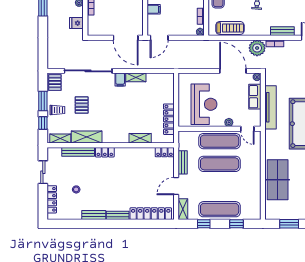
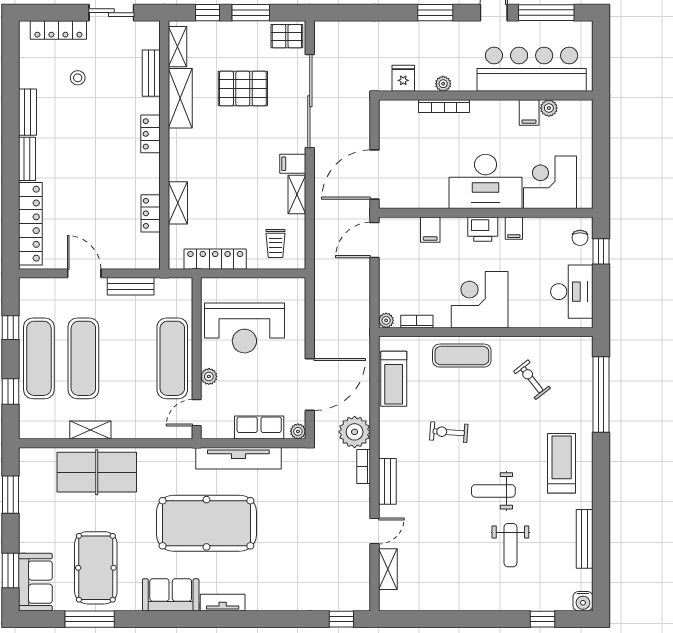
door: (159, 38) -> (374, 240), hinge flipped
pallet: (82, 105) -> (243, 89), width x1.50, depth x1.42
trolley: (57, 110) -> (275, 243), moved
bench: (78, 152) -> (151, 73), width x0.73
locker: (164, 152) -> (151, 213), moved
exercise mat: (220, 164) -> (83, 358), moved
shelving: (183, 209) -> (90, 430), moved

